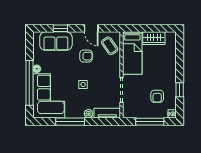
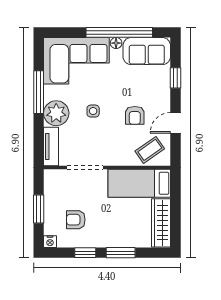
wardrobe: (154, 38) -> (161, 223), width x1.50
sofa: (56, 41) -> (147, 51), moved, turned -90
window: (180, 66) -> (121, 253), added
window: (29, 83) -> (119, 32), moved
plant: (89, 114) -> (56, 113), width x1.88, depth x1.88
window: (150, 122) -> (39, 209), width x0.69

